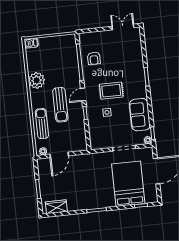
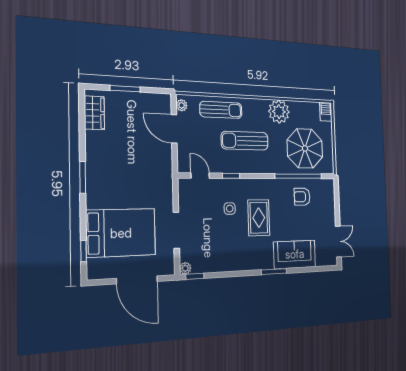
parasol: (60, 58) -> (305, 148), added
door: (83, 95) -> (200, 176), moved
sofa: (140, 115) -> (295, 254), moved

